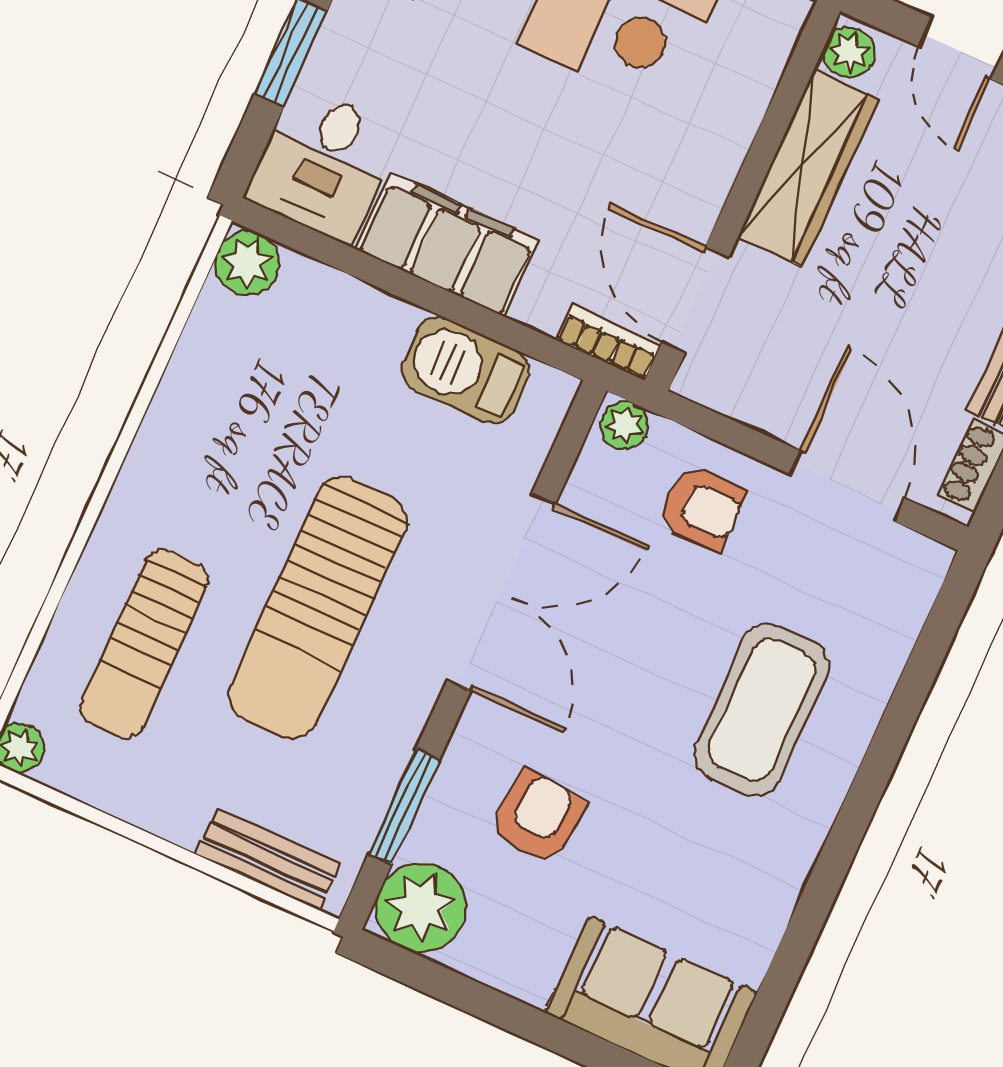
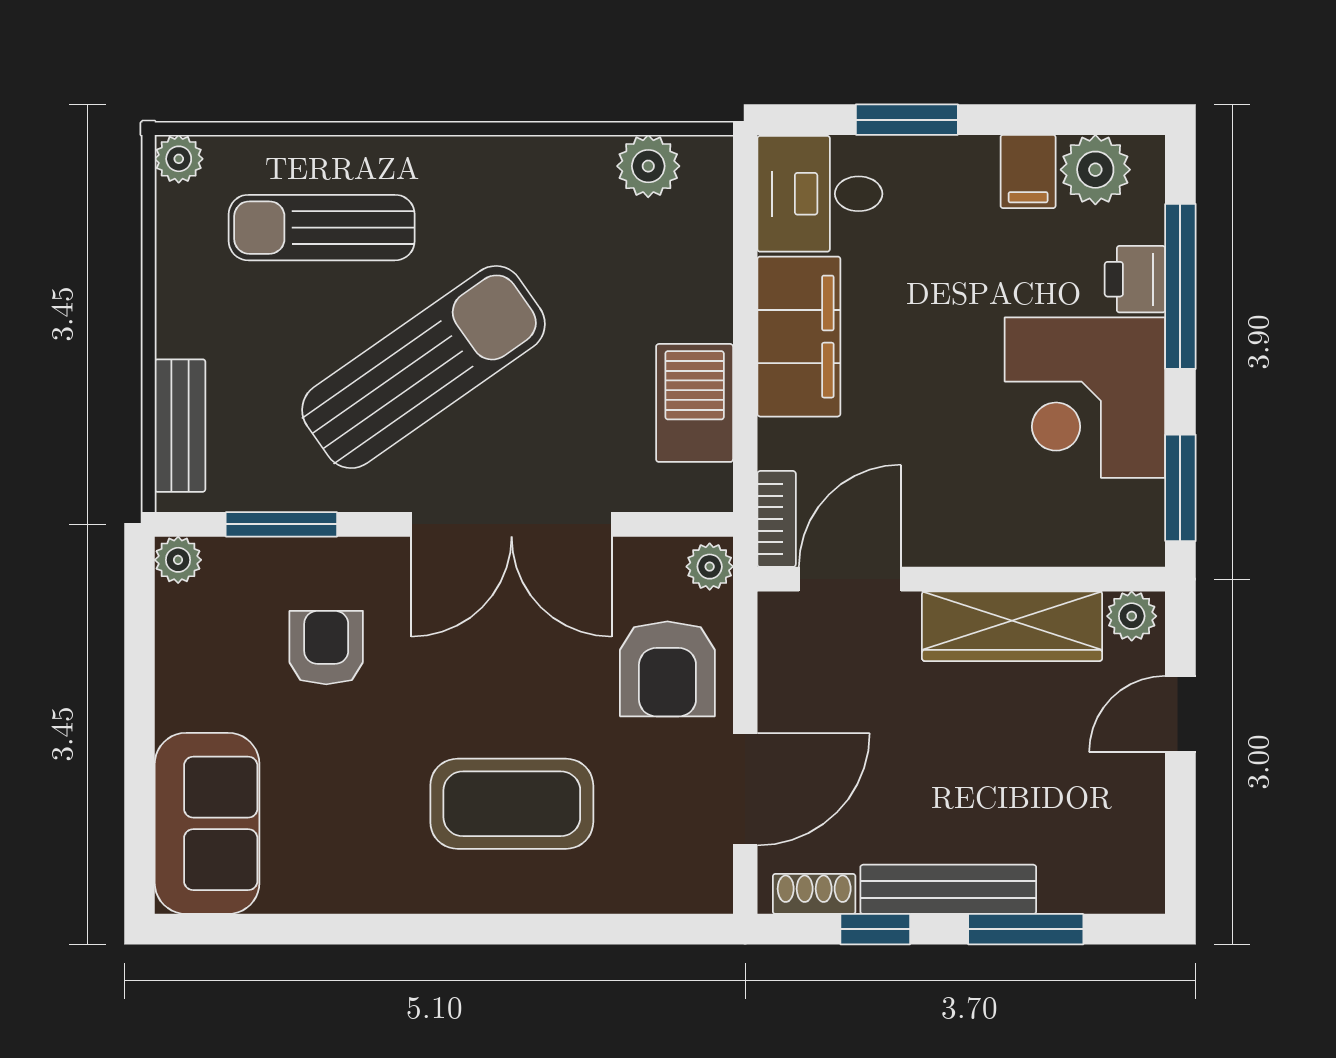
plant: (248, 263) -> (648, 166), moved
armchair: (702, 508) -> (667, 669), width x1.38, depth x1.38
sun lounger: (317, 608) -> (423, 367), turned 145
armchair: (538, 817) -> (326, 648), turned -95
plant: (421, 908) -> (178, 560), width x0.53, depth x0.53

